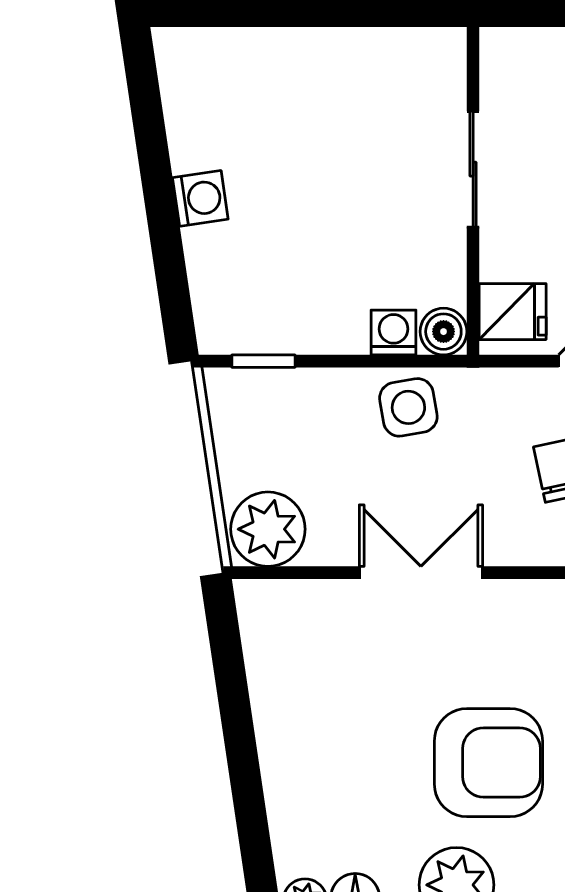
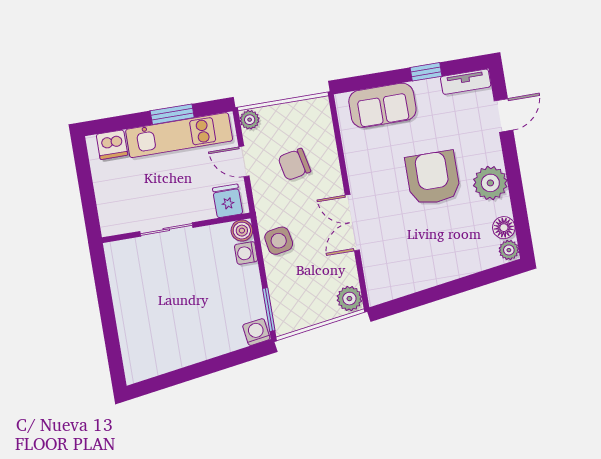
washing machine: (200, 198) -> (256, 332), moved
window: (263, 361) -> (269, 309), width x1.50
plant: (268, 529) -> (349, 299), width x0.73, depth x0.73

